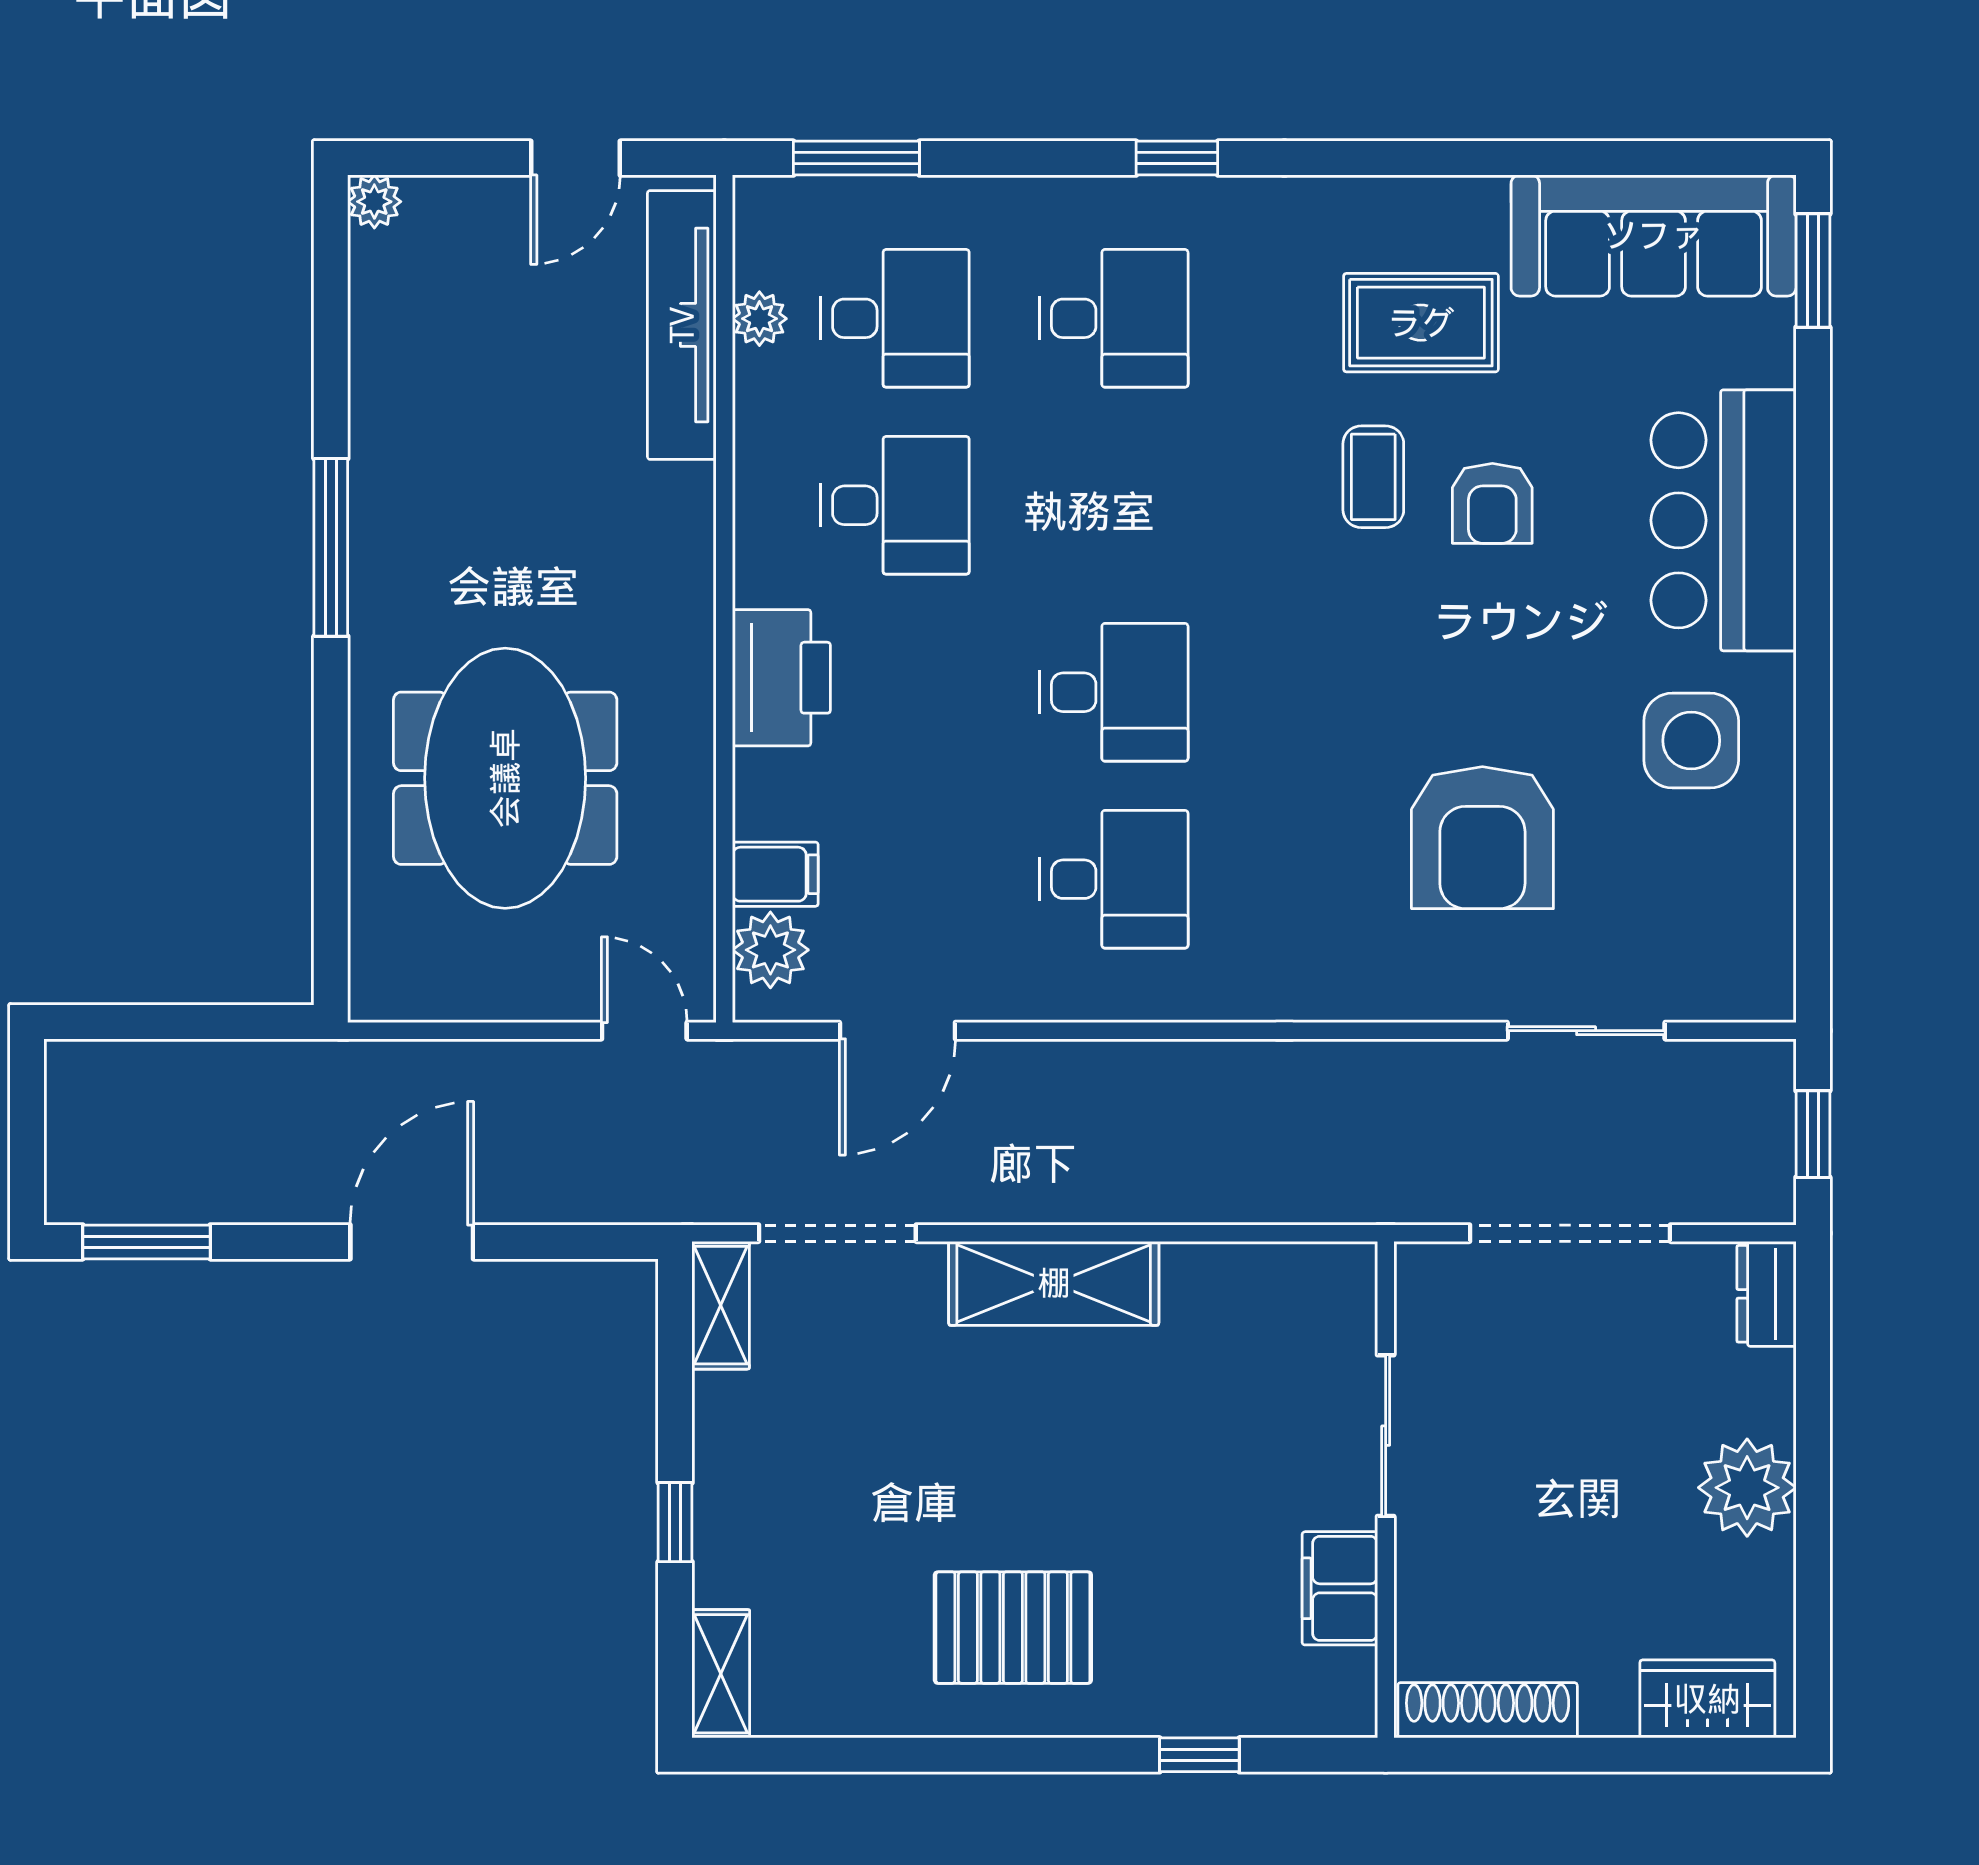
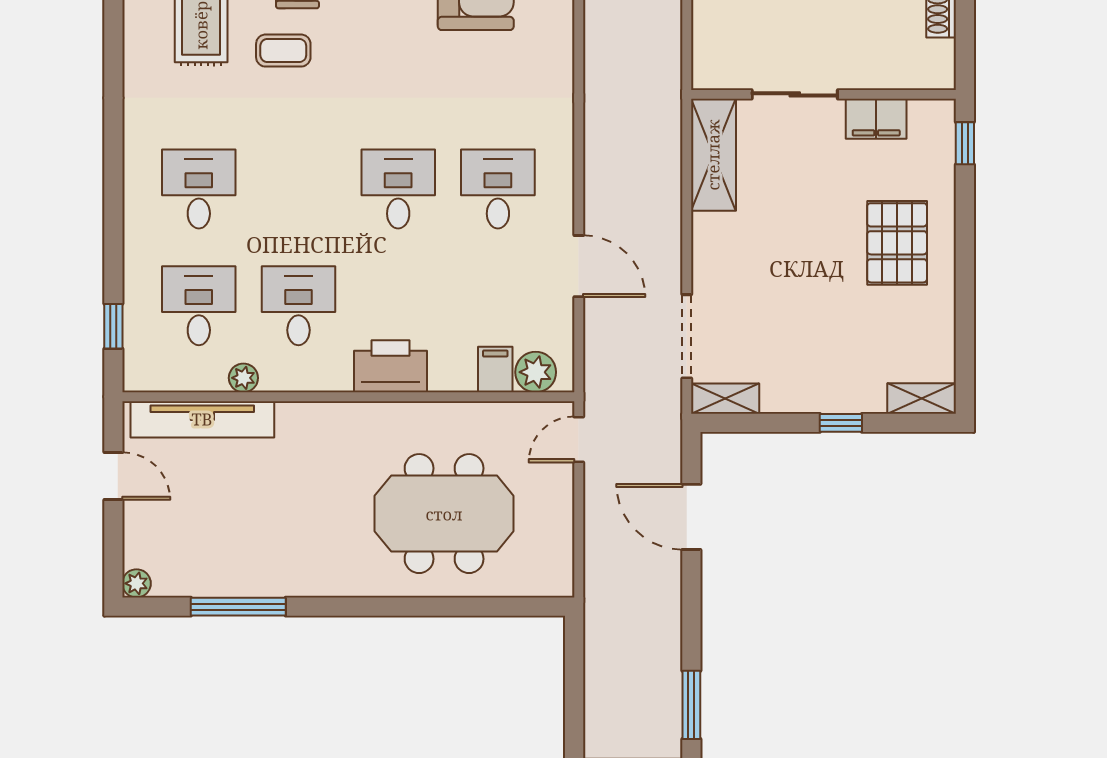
window: (856, 158) -> (113, 326), width x0.67
window: (1177, 158) -> (113, 155), removed
plant: (759, 319) -> (243, 378), moved
window: (331, 547) -> (238, 607), moved
door: (897, 1031) -> (579, 266), moved
door: (412, 1242) -> (691, 517), moved
shelving: (1054, 1283) -> (713, 155), moved
sliding door: (1386, 1436) -> (795, 94), moved
wall: (1386, 1490) -> (824, 94), moved
filing cabinet: (1340, 1588) -> (876, 119), moved

